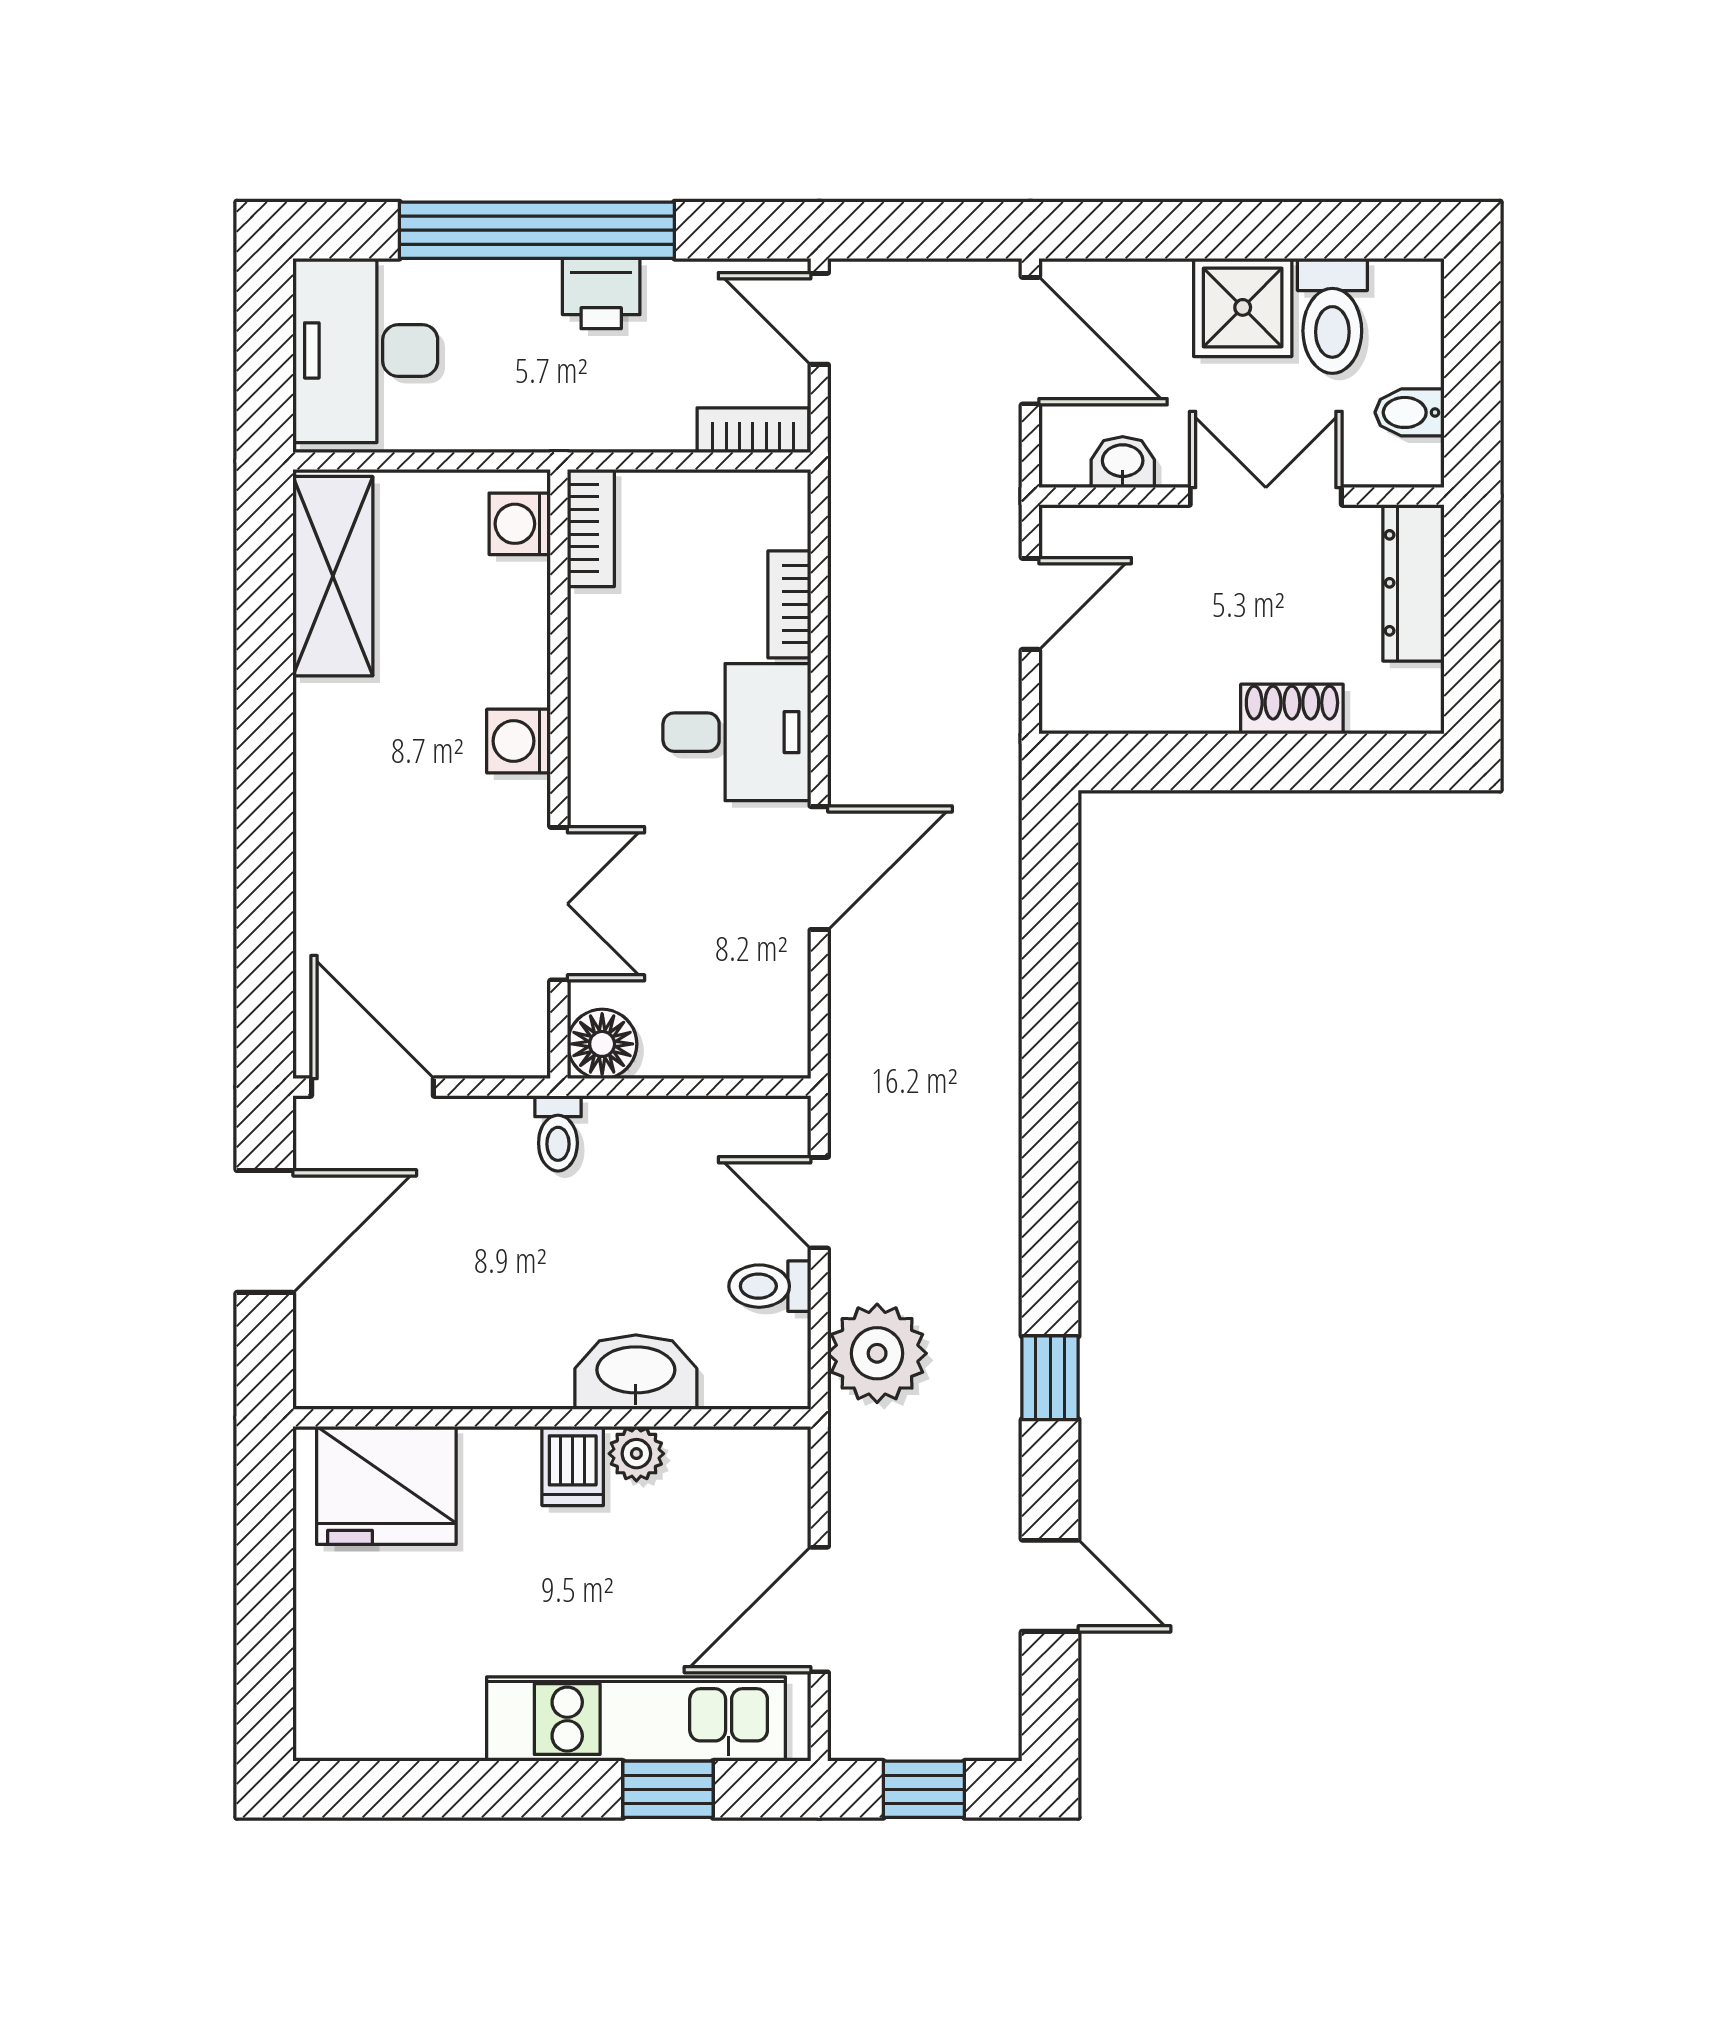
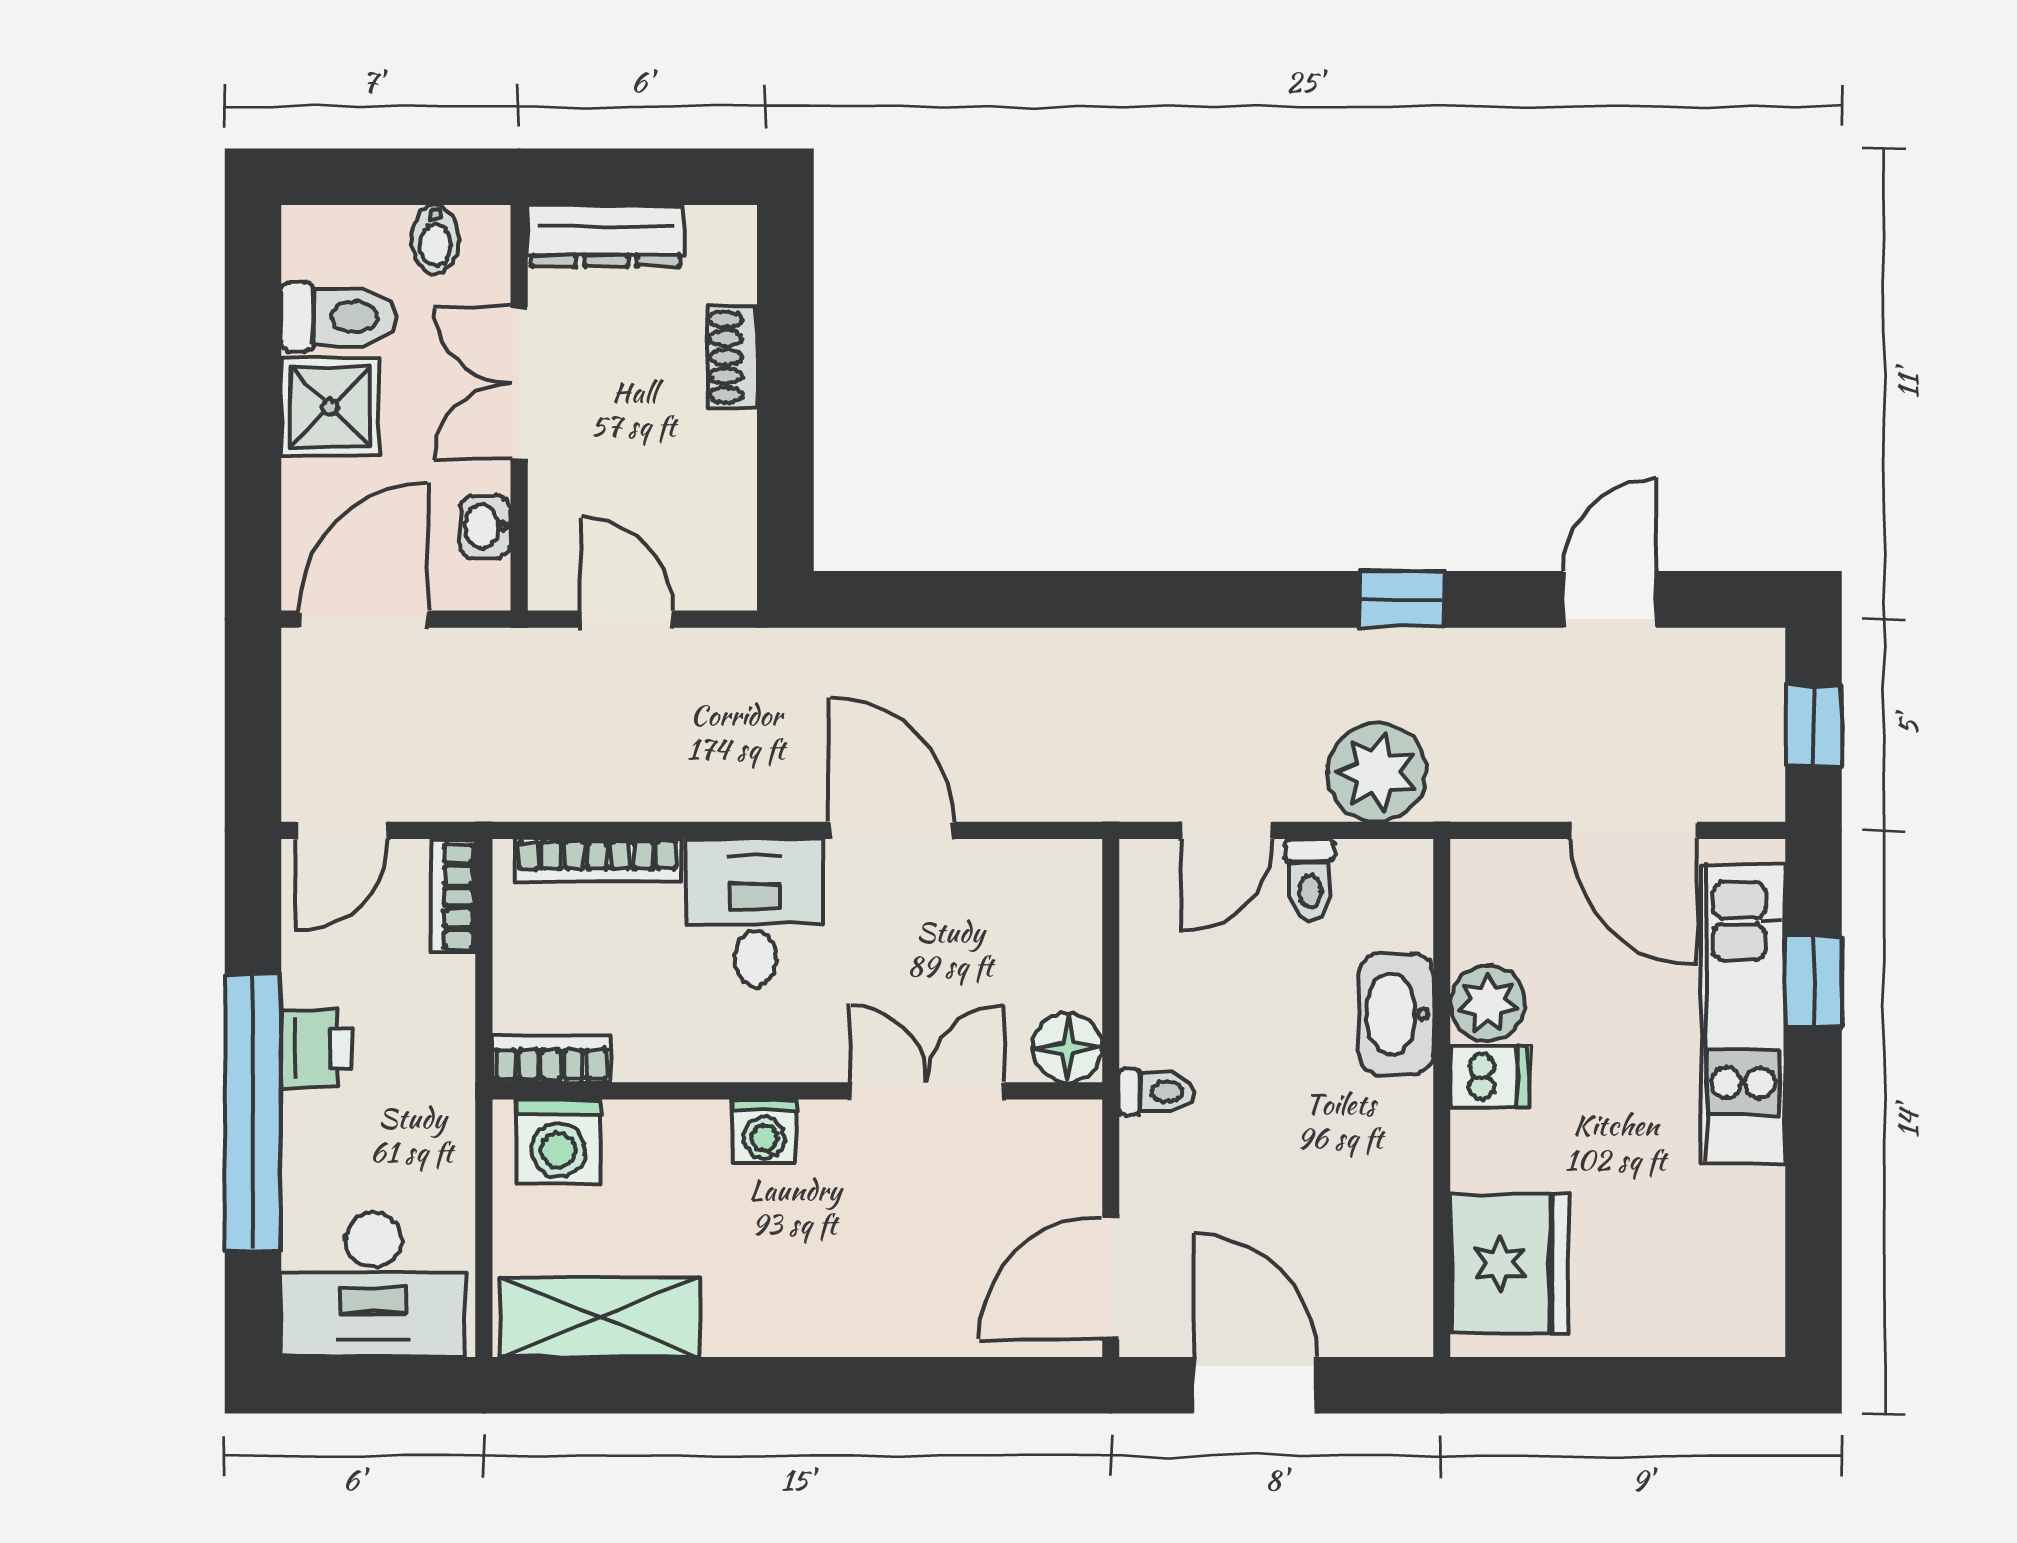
washing machine: (520, 524) -> (558, 1142), width x1.38, depth x1.38
bookcase: (789, 604) -> (597, 860), width x1.56
plant: (636, 1454) -> (1488, 1003), width x1.38, depth x1.38

